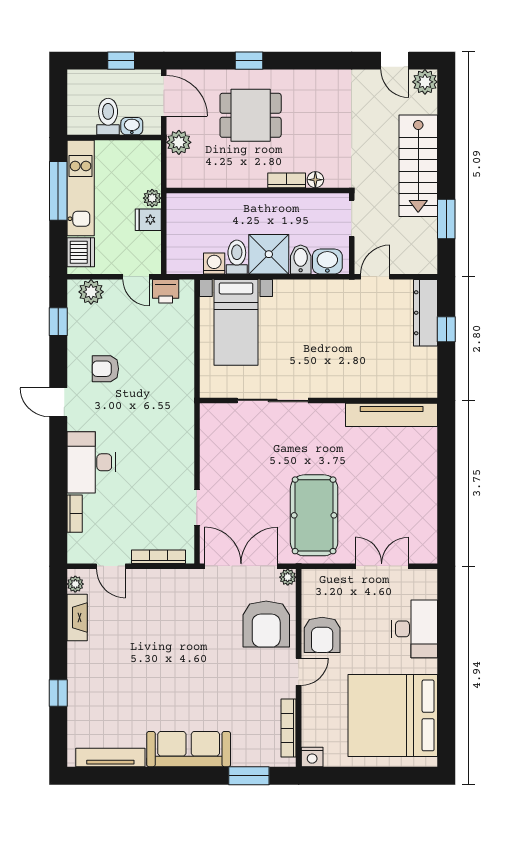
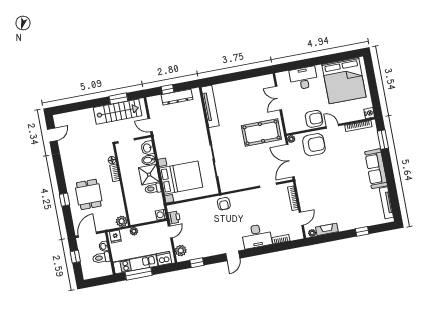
plant: (425, 82) -> (59, 120), removed
plant: (179, 142) -> (122, 221), moved
stairs: (418, 166) -> (118, 112), moved
fridge: (148, 220) -> (115, 237), moved
washing machine: (214, 264) -> (161, 215), moved
dresser: (426, 313) -> (177, 97), moved
bed with nightstands: (236, 322) -> (181, 178), width x1.36
armchair: (105, 369) -> (224, 204), moved

